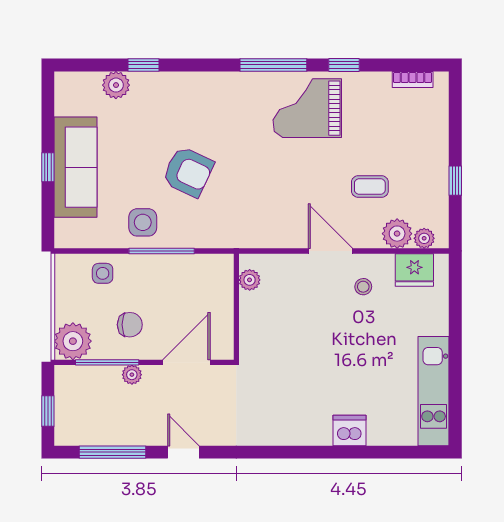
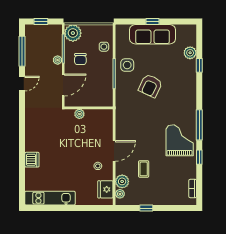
plant: (250, 280) -> (79, 114), moved
door: (186, 362) -> (63, 85), hinge flipped

